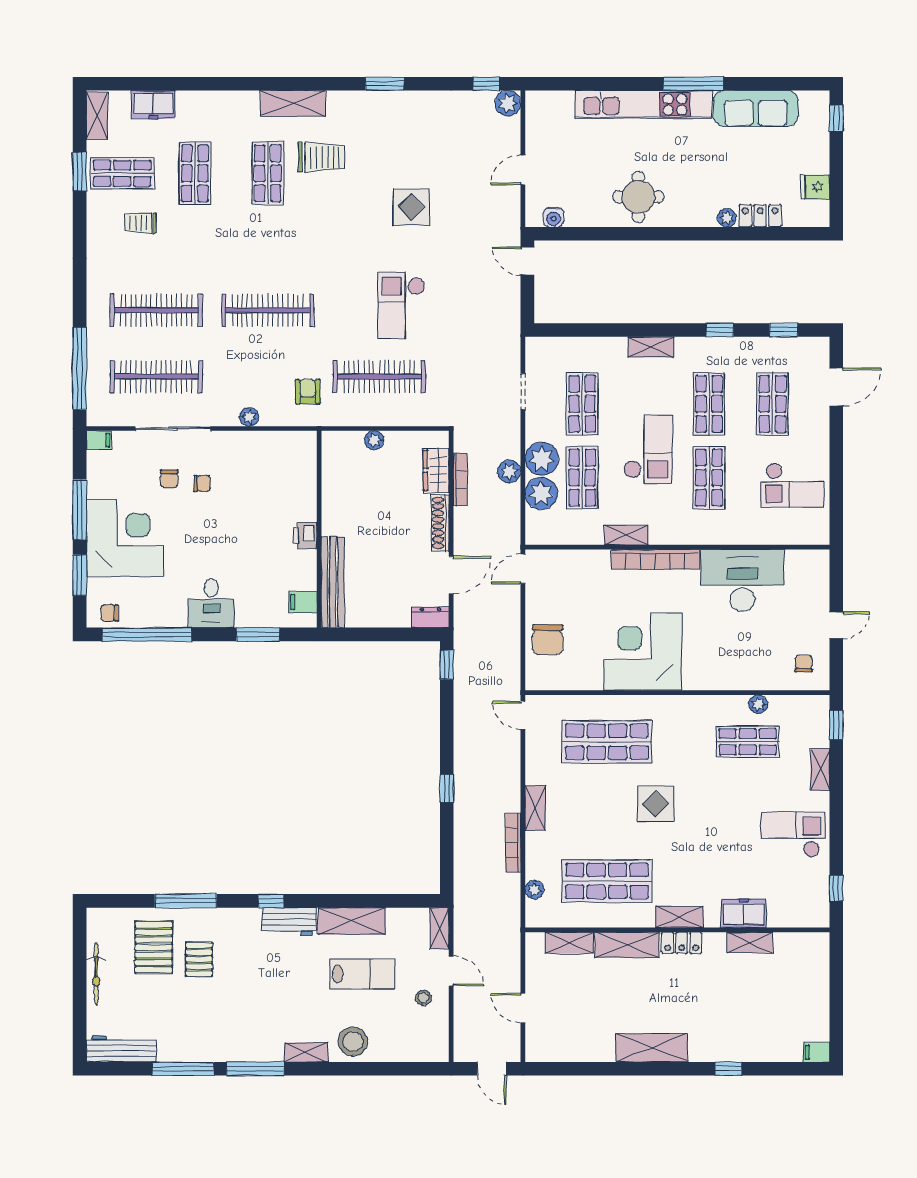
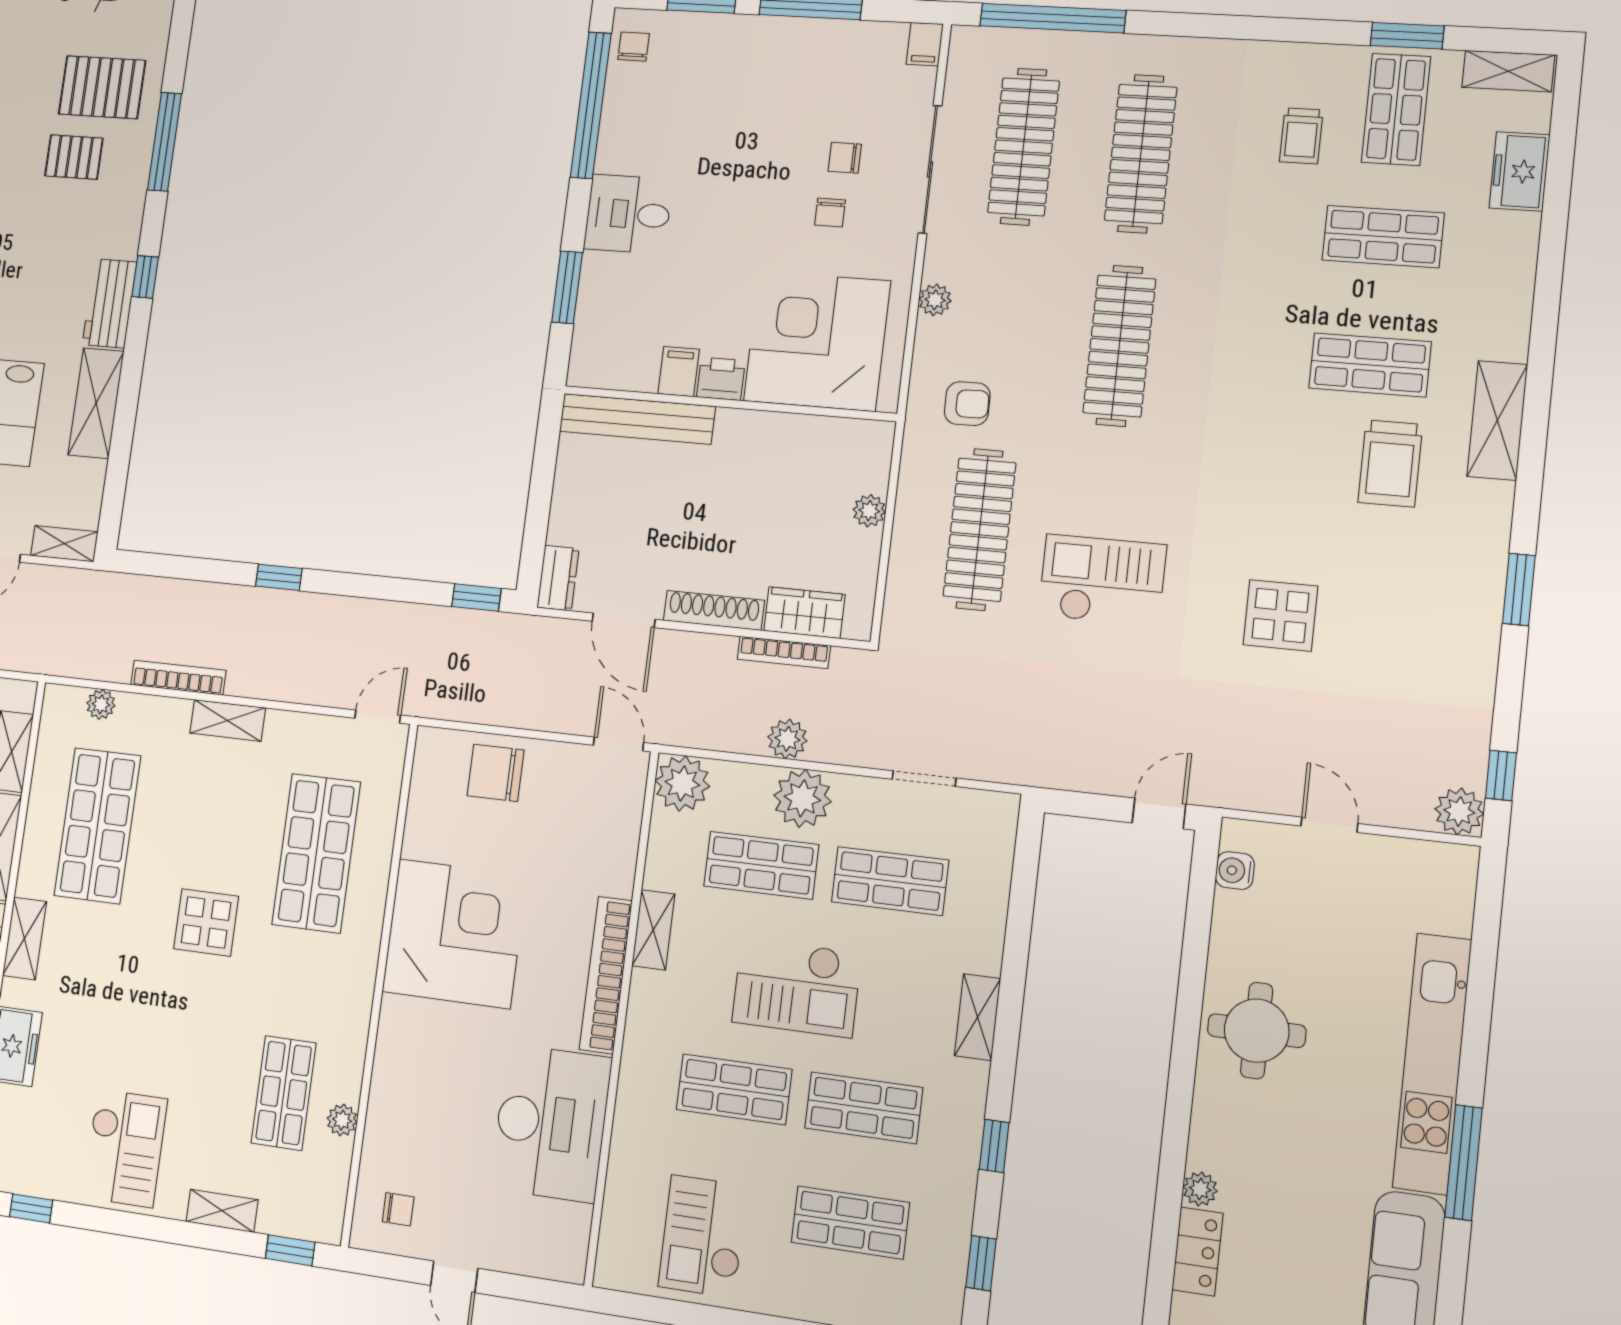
trolley: (140, 223) -> (1301, 136), turned 180
plant: (541, 493) -> (682, 783), moved
corner desk: (125, 538) -> (817, 341), moved, turned 180
filing cabinet: (303, 602) -> (679, 372), moved

